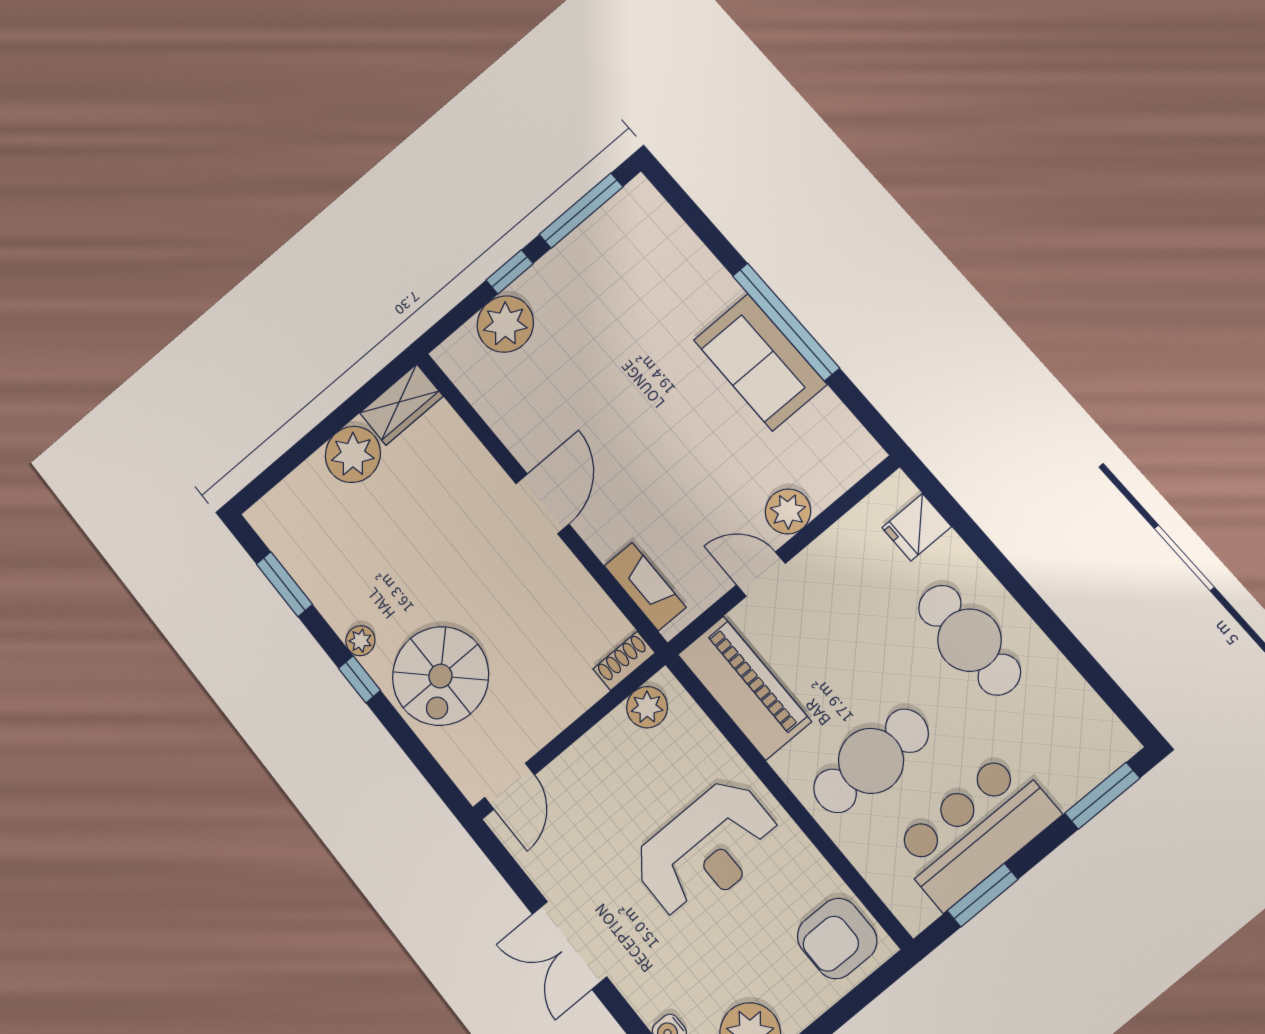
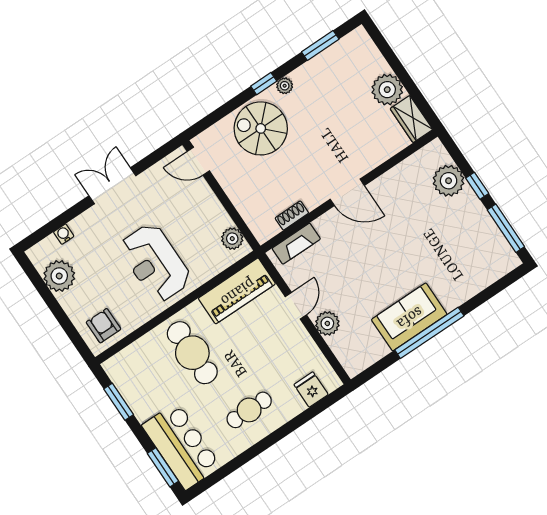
cafe table: (969, 640) -> (249, 410), width x0.73, depth x0.74
shoe rack: (624, 661) -> (292, 216), moved, turned -90
bar counter: (975, 831) -> (181, 446), moved
armchair: (837, 938) -> (103, 326), width x0.72, depth x0.72

